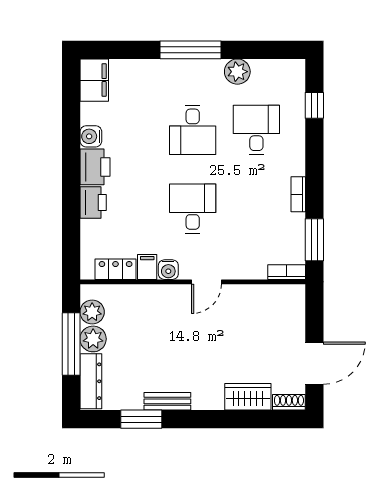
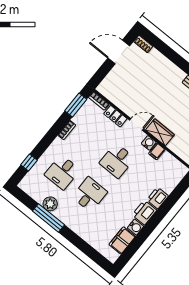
window: (191, 50) -> (49, 218), moved
filing cabinet: (94, 80) -> (122, 240), moved
locker: (116, 269) -> (115, 116), moved
wardrobe: (248, 397) -> (160, 132), moved, turned 180

